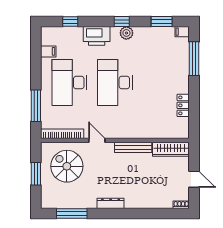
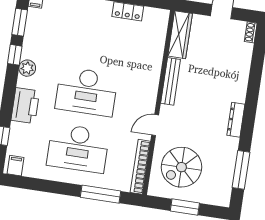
window: (122, 22) -> (15, 55), moved
filing cabinet: (48, 51) -> (15, 166), moved

